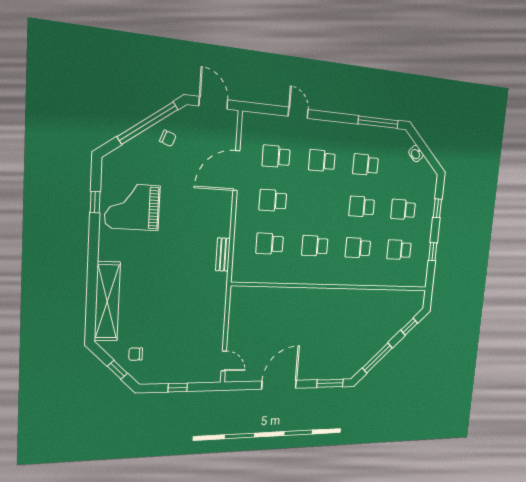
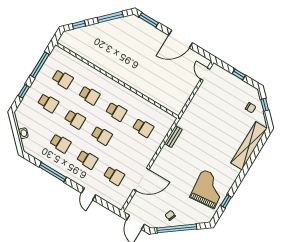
window: (378, 122) -> (53, 172), moved
school desk: (273, 200) -> (102, 136), moved
grand piano: (132, 207) -> (208, 189), turned -96
window: (433, 252) -> (40, 65), width x2.17

